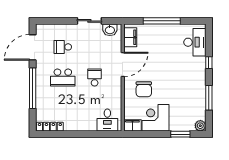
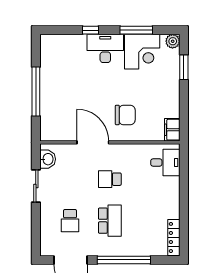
filing cabinet: (130, 37) -> (57, 133), removed
desk: (195, 42) -> (105, 48), moved
corner desk: (155, 118) -> (142, 52), moved, turned -90

